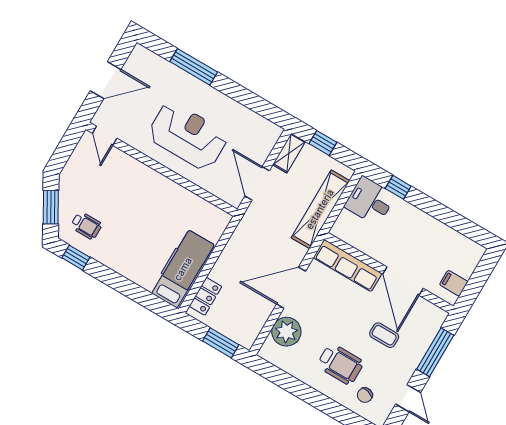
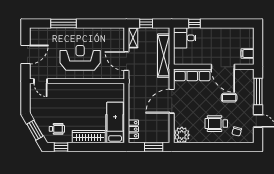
wardrobe: (129, 267) -> (89, 137), added
plant: (286, 332) -> (182, 135), moved
wheelchair: (340, 364) -> (216, 124), turned 180

